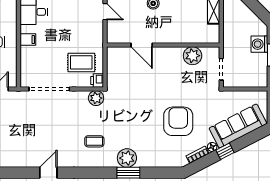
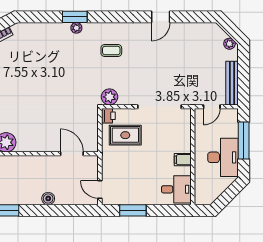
door: (142, 45) -> (72, 154), moved
armchair: (178, 121) -> (21, 72), removed
plant: (127, 158) -> (76, 28), width x0.53, depth x0.53

